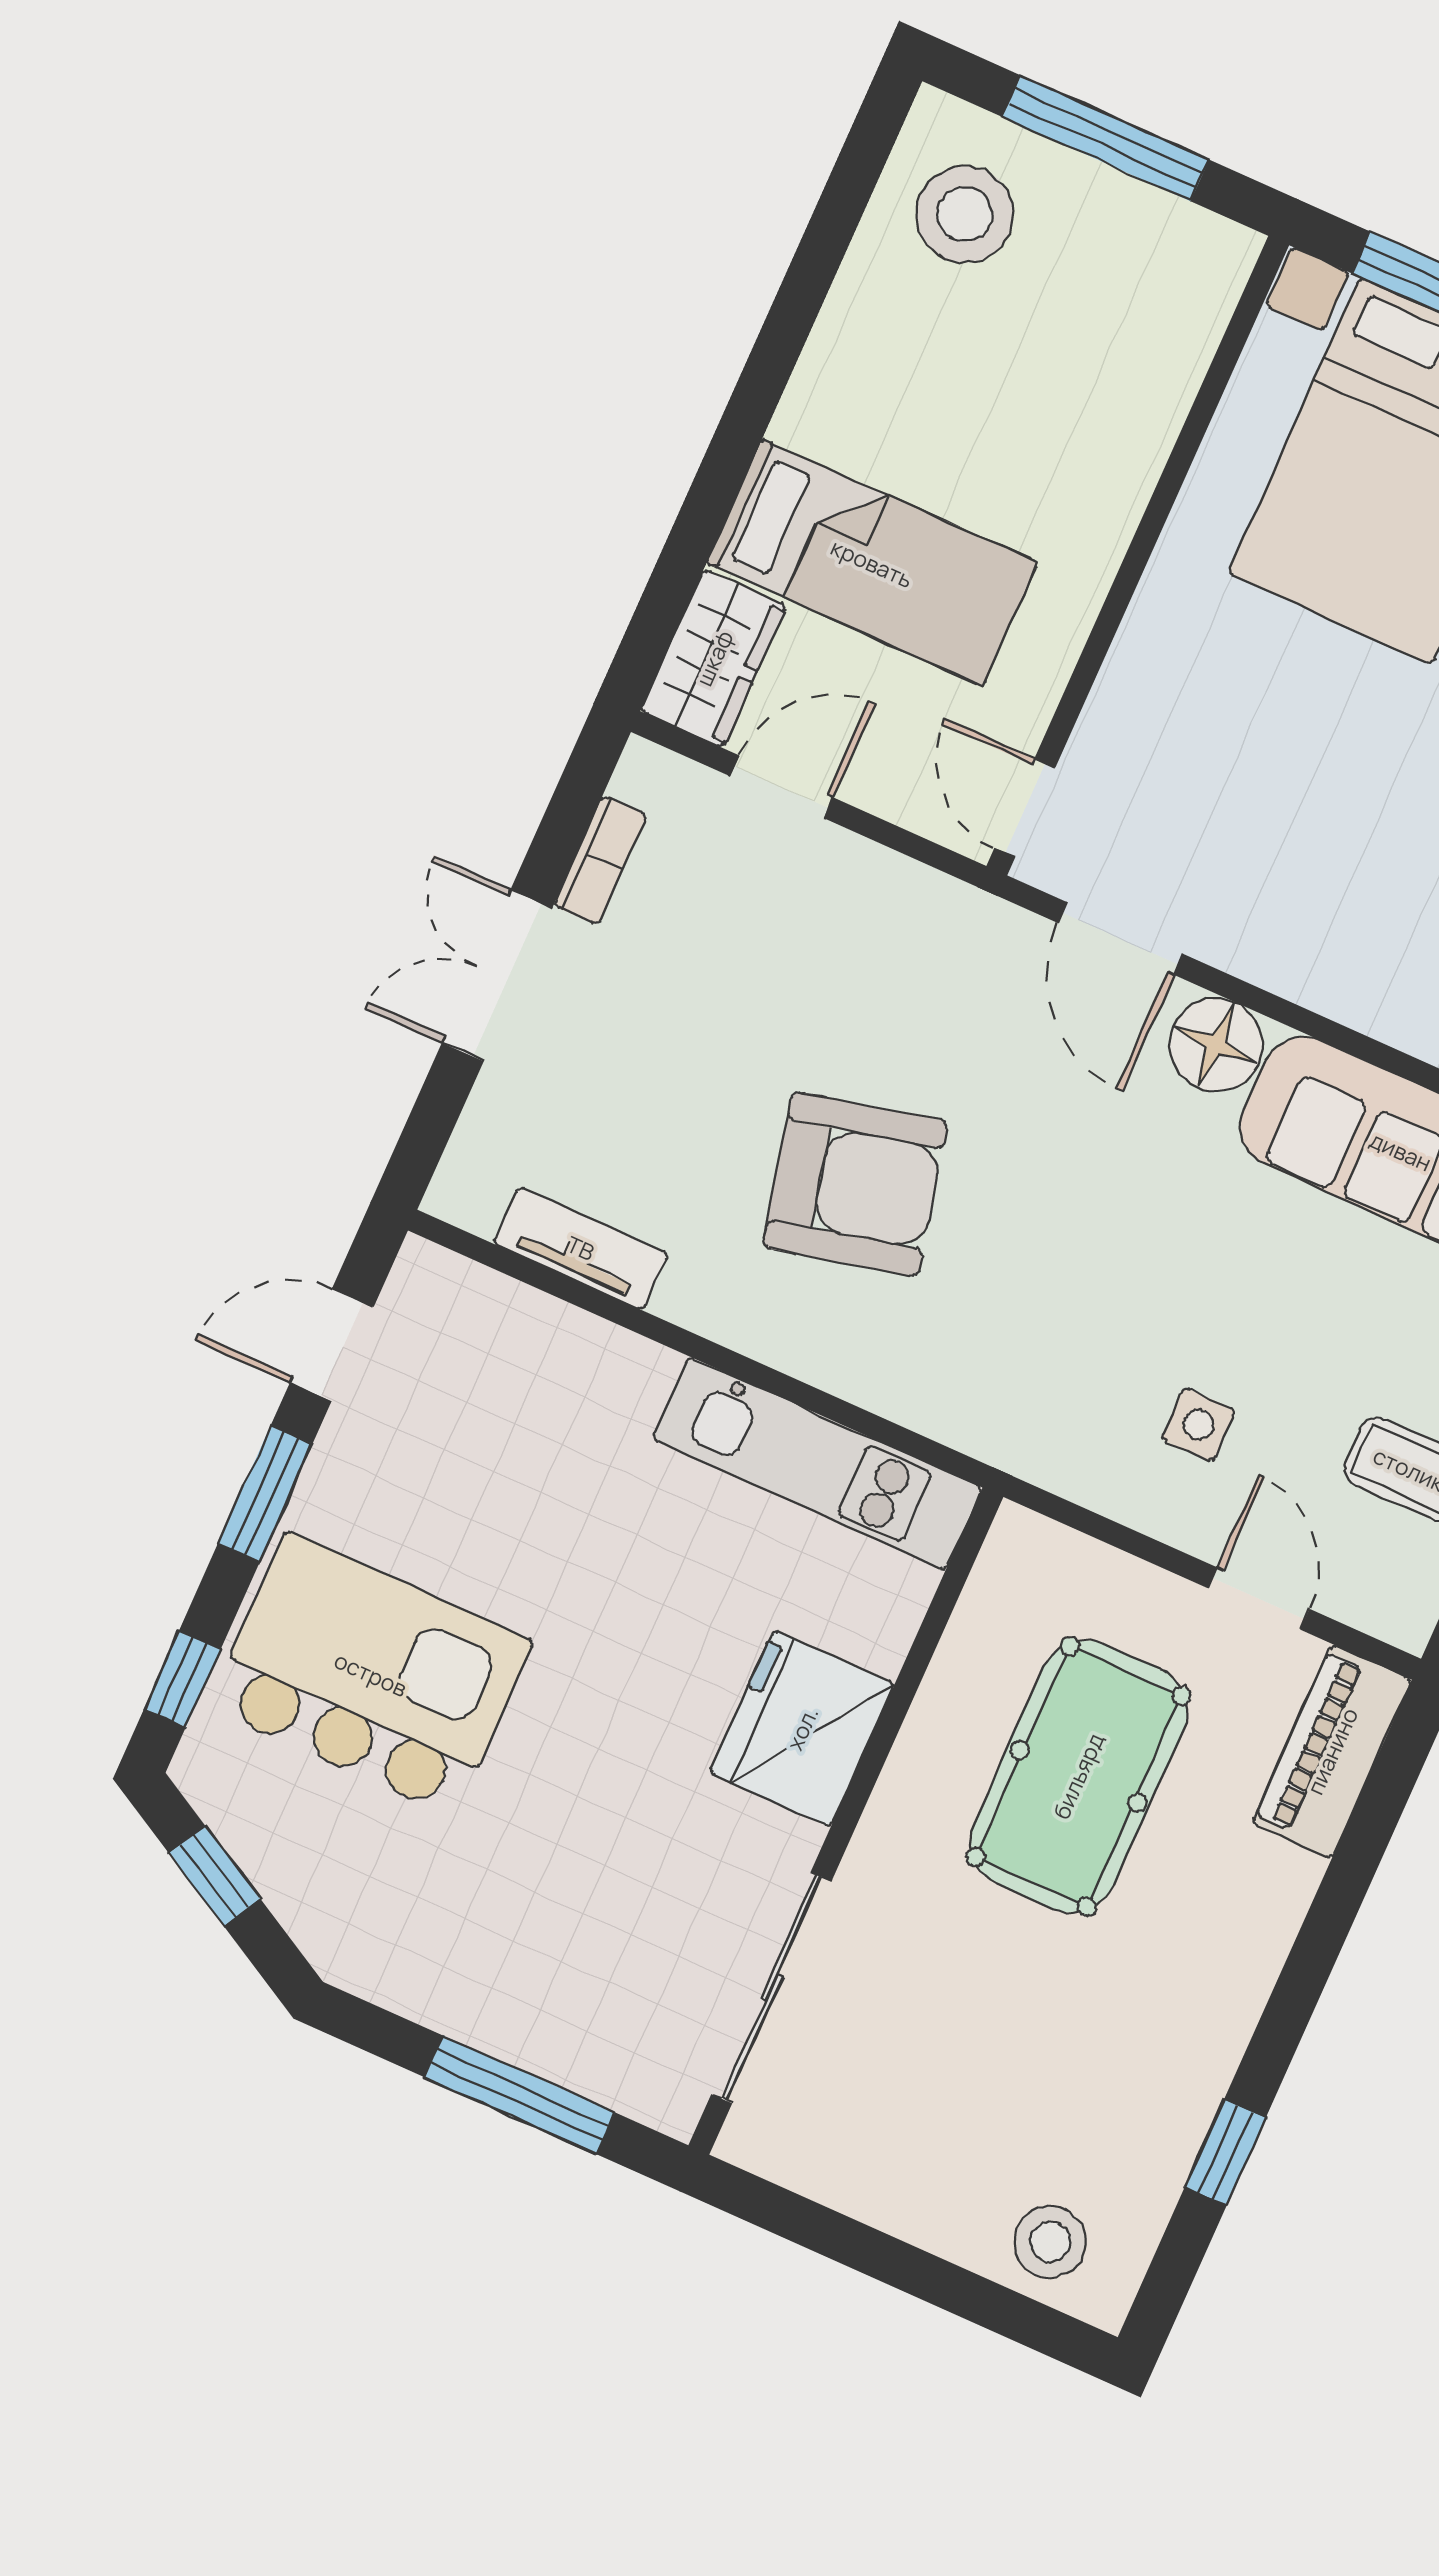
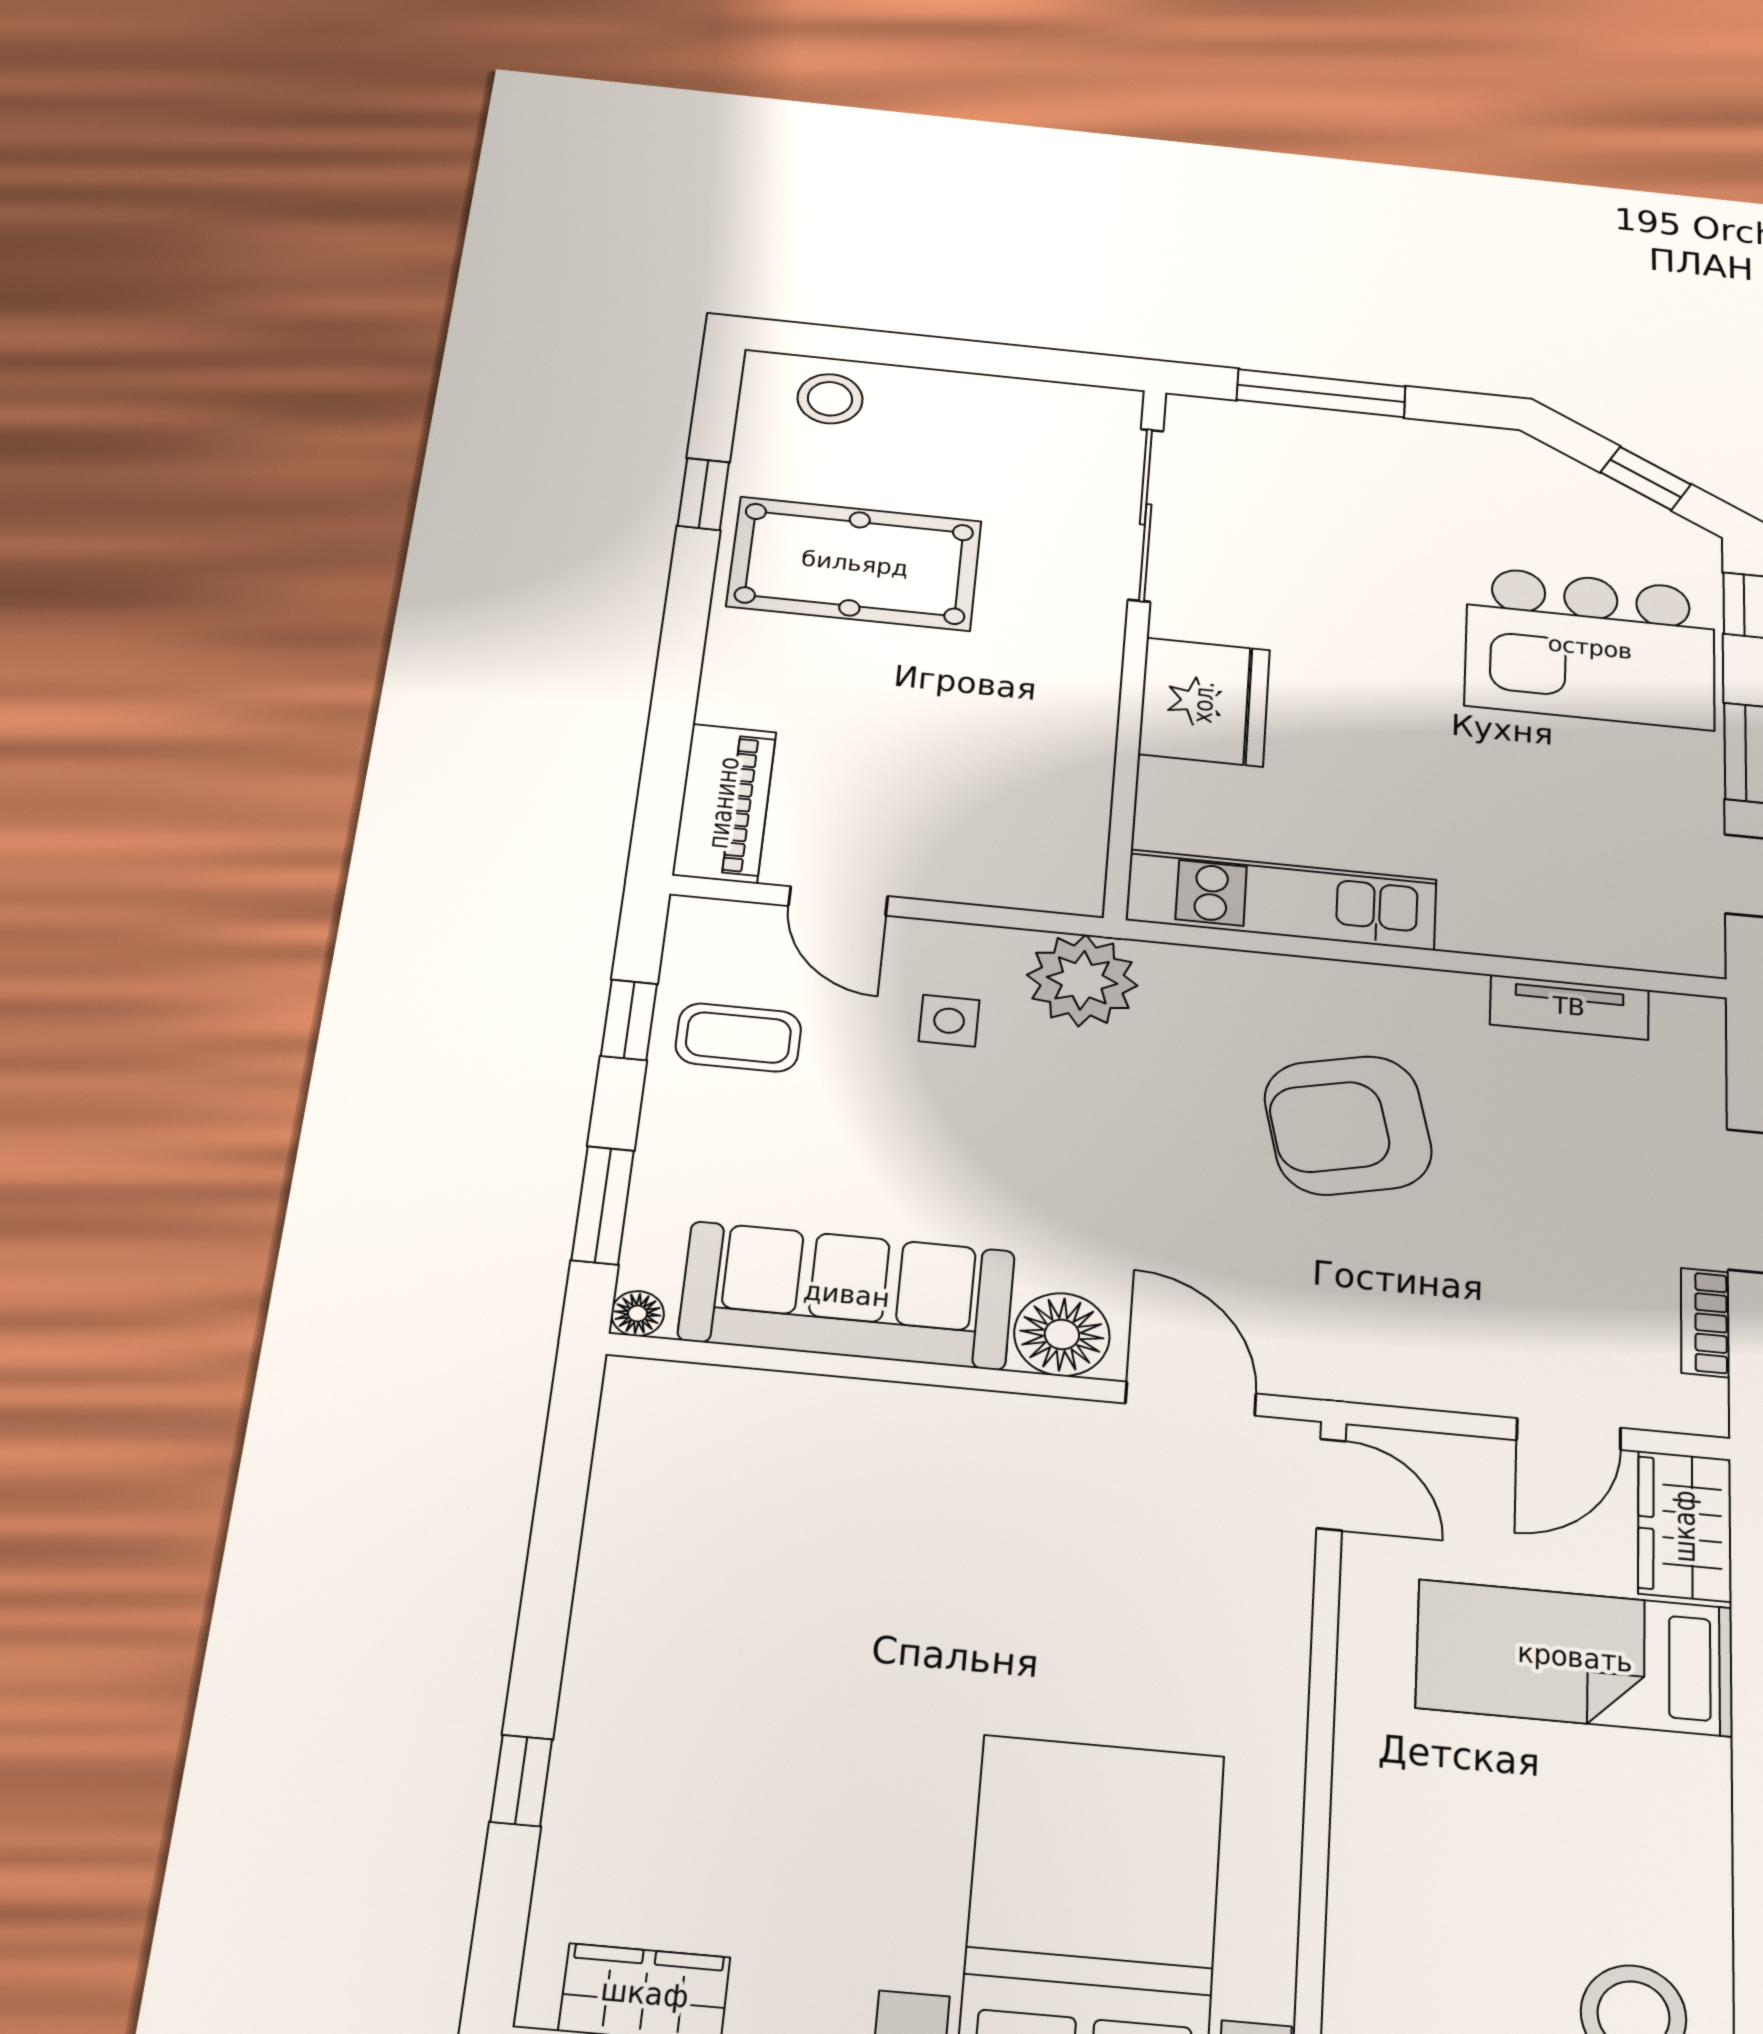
plant: (1052, 1431) -> (1082, 980), added
pool table: (1078, 1776) -> (855, 564), moved, turned 90

